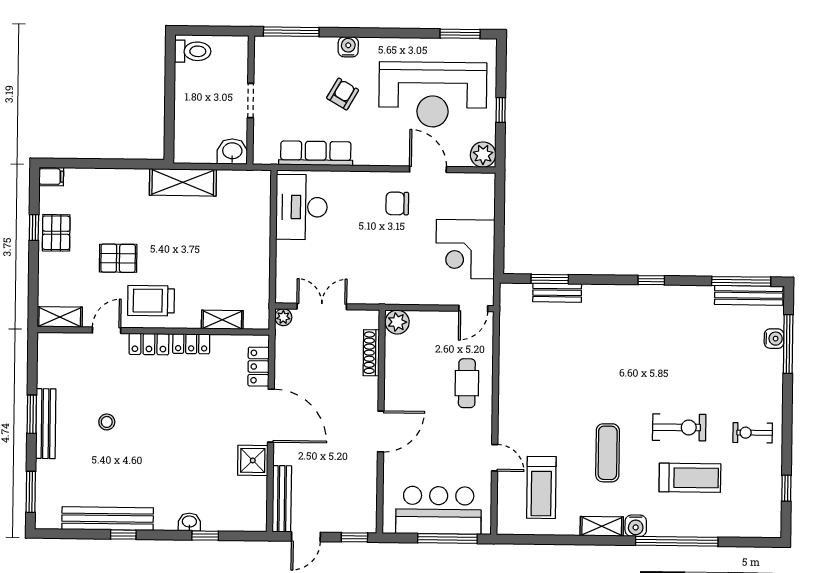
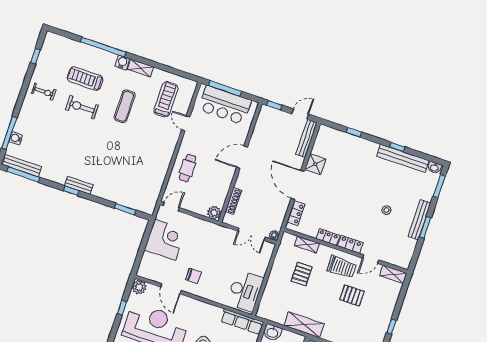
row of seats: (316, 153) -> (242, 322), moved
pallet: (56, 233) -> (302, 274), moved
bench: (557, 293) -> (79, 185), moved
washbasin: (189, 522) -> (434, 168), moved

